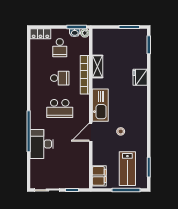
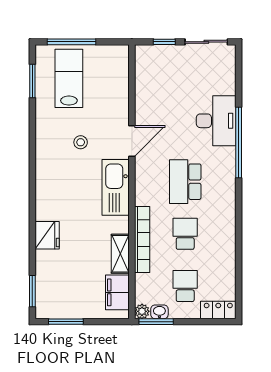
school desk: (60, 78) -> (185, 234), turned 90
school desk: (60, 108) -> (185, 182), turned -90
filing cabinet: (99, 176) -> (117, 292), moved

